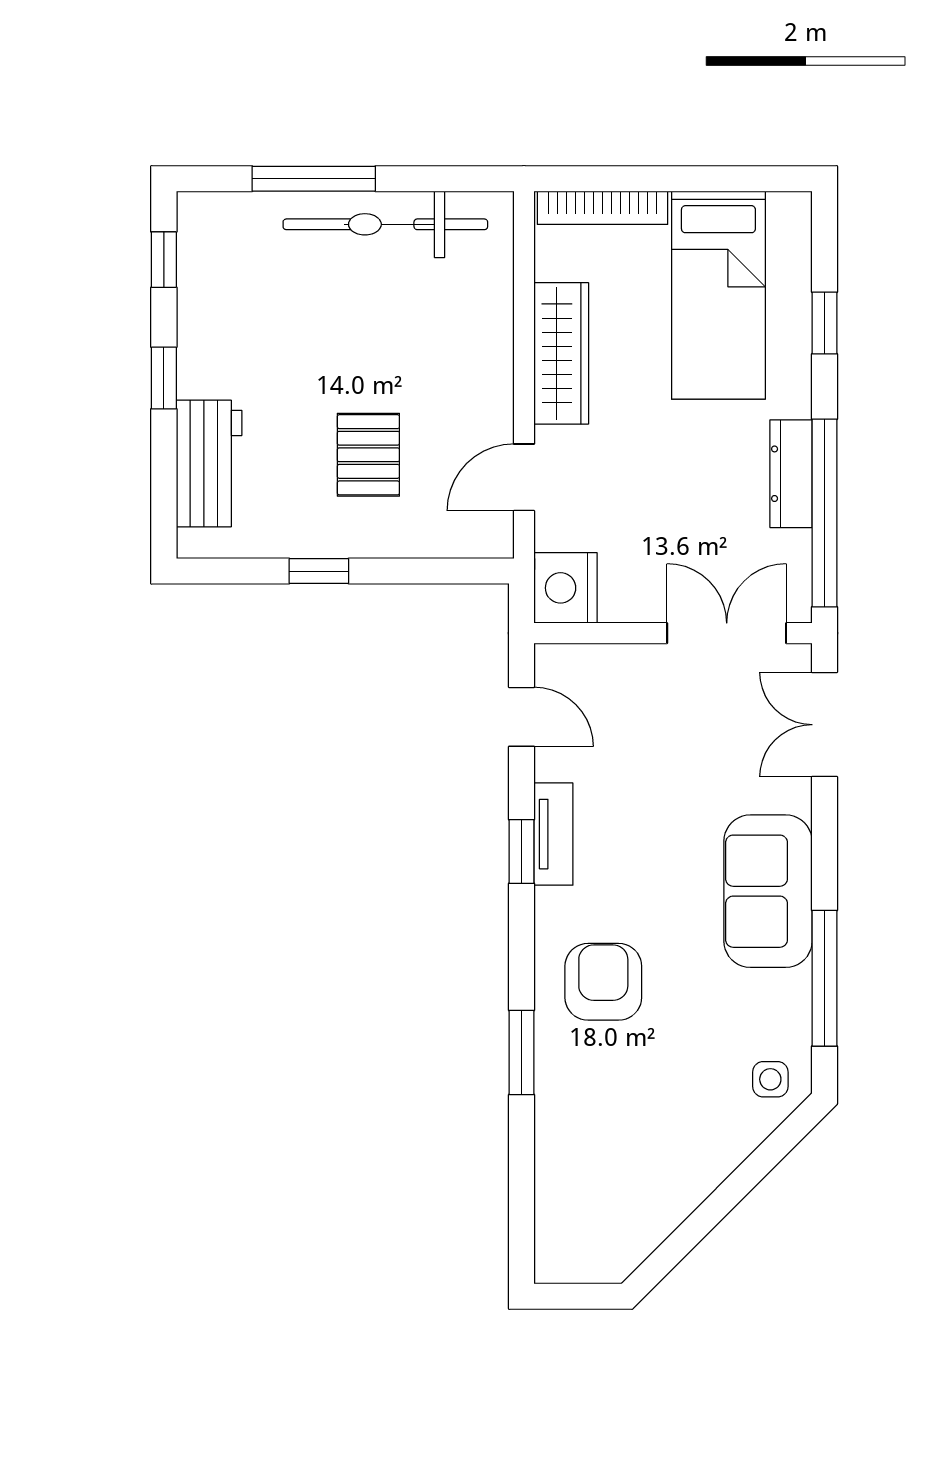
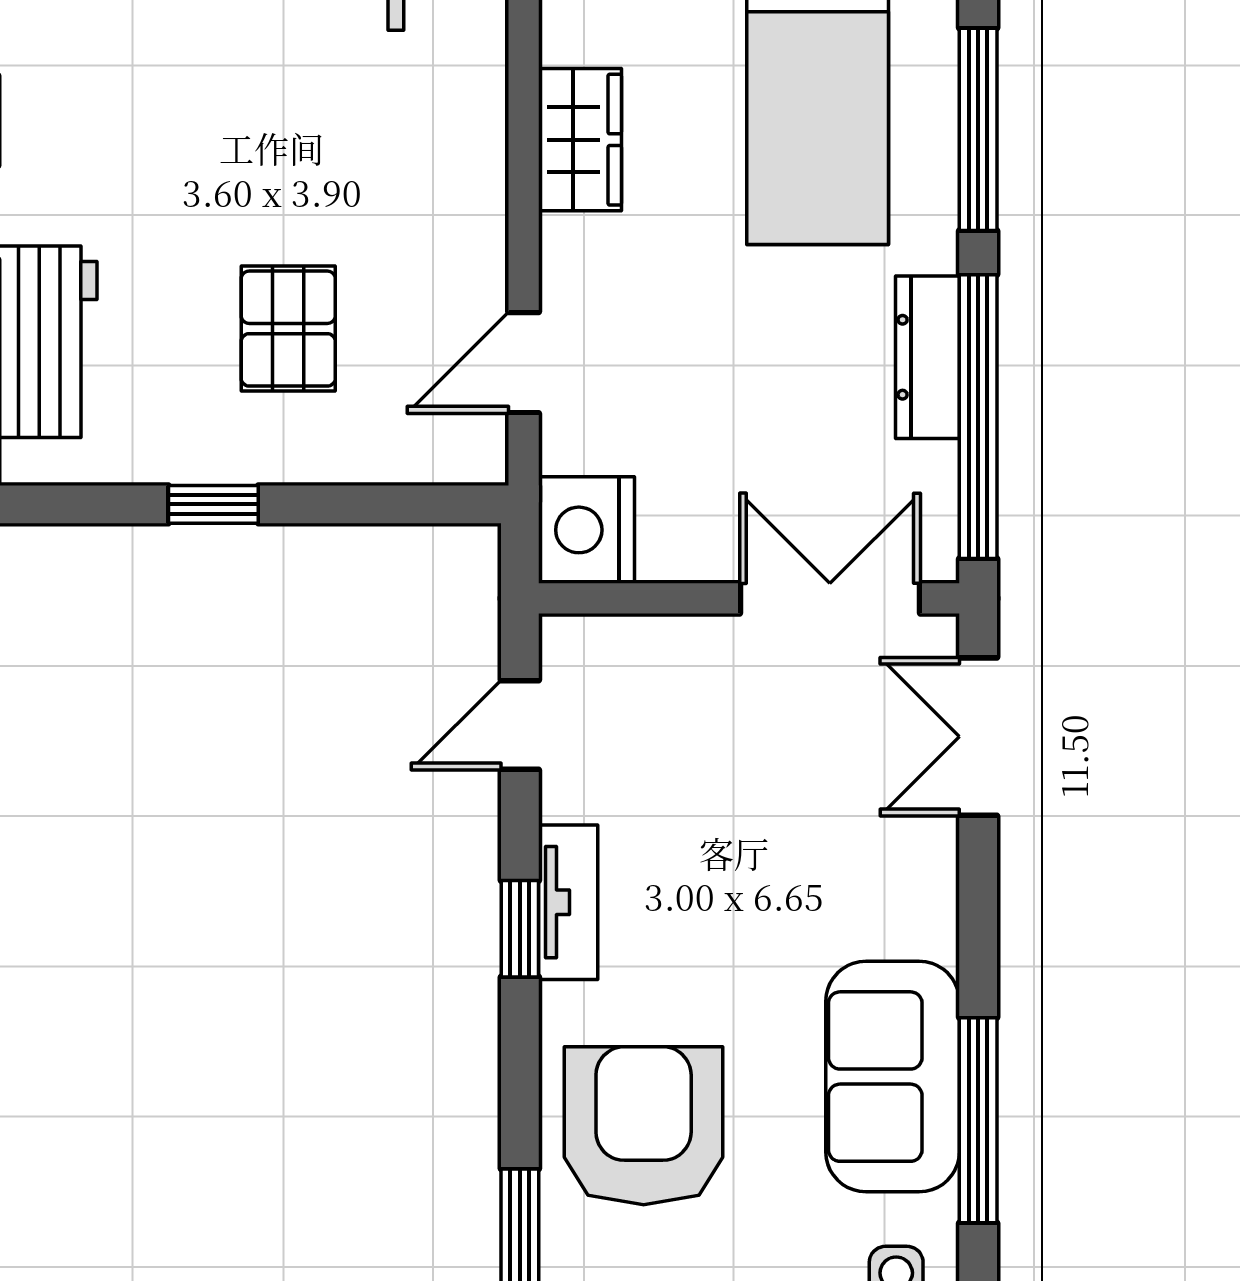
window: (824, 323) -> (978, 129), width x2.17
wardrobe: (561, 353) -> (580, 140), width x0.67
door: (522, 717) -> (520, 725), swing flipped
sofa: (768, 891) -> (893, 1077), moved
armchair: (603, 982) -> (644, 1126), width x1.36, depth x1.36

